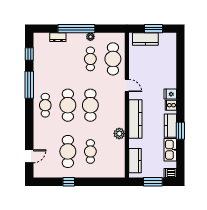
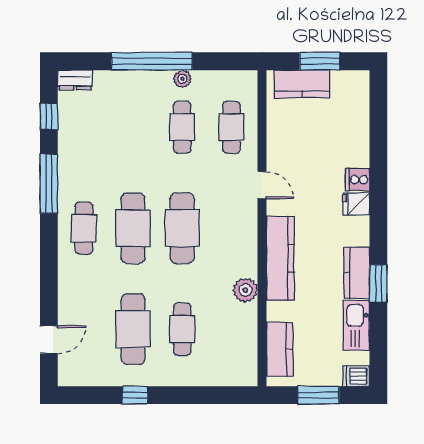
dresser: (58, 37) -> (75, 80), moved
cafe table: (113, 59) -> (231, 127), width x0.73, depth x0.74
cooker: (171, 105) -> (358, 180), moved

